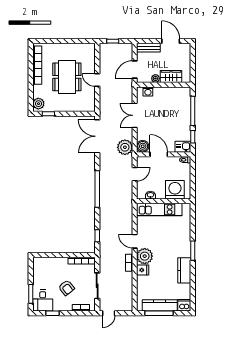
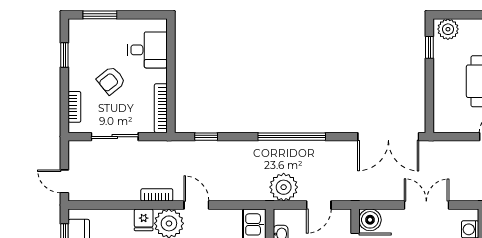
double door: (97, 136) -> (388, 137), swing flipped
plant: (125, 147) -> (284, 187), moved
door: (135, 174) -> (319, 205), hinge flipped
door: (135, 241) -> (196, 205), hinge flipped
desk: (43, 301) -> (147, 50), moved, turned 180
door: (109, 313) -> (64, 181), moved

